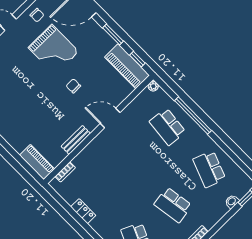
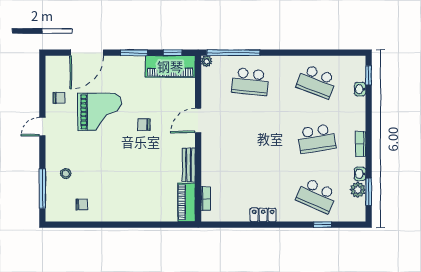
window: (193, 116) -> (233, 53), moved
piano: (37, 162) -> (186, 202), moved, turned -90
locker: (83, 211) -> (263, 215), moved

